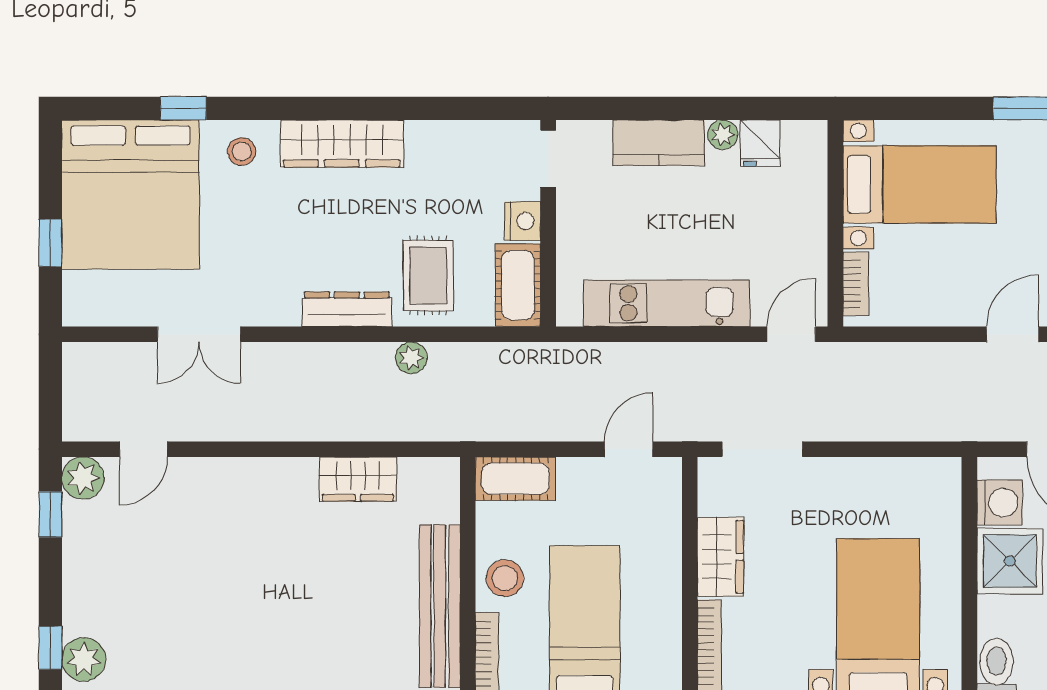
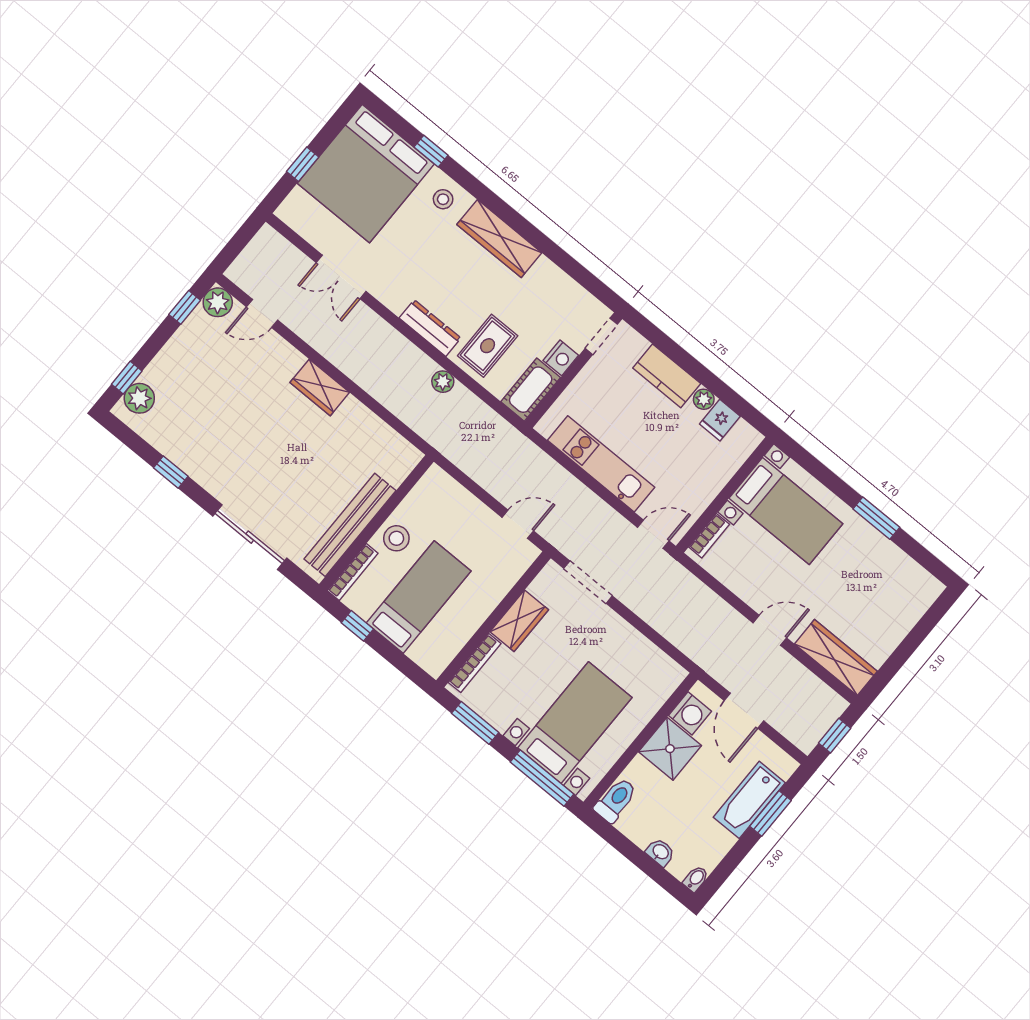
wardrobe: (358, 479) -> (320, 387), moved
cot: (515, 479) -> (445, 491), removed

